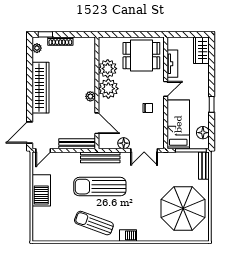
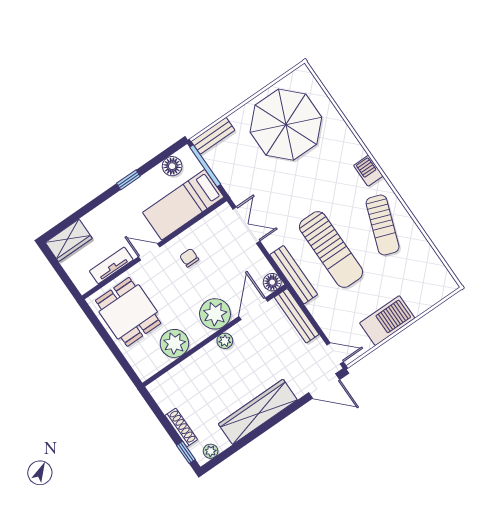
plant: (108, 89) -> (215, 314), moved
floor lamp: (124, 143) -> (272, 282), moved

